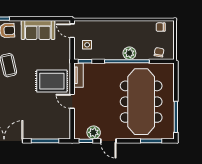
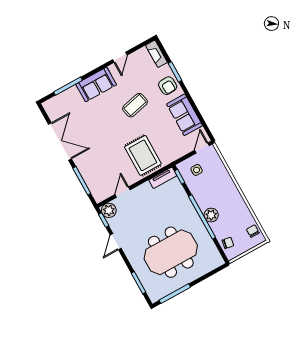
door: (72, 101) -> (123, 192), moved
meeting table: (141, 102) -> (171, 252), width x0.73
plant: (94, 132) -> (109, 210), moved

